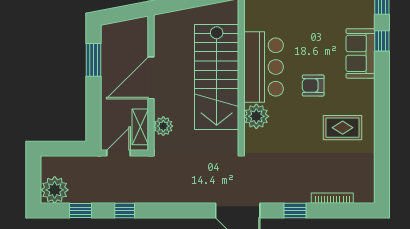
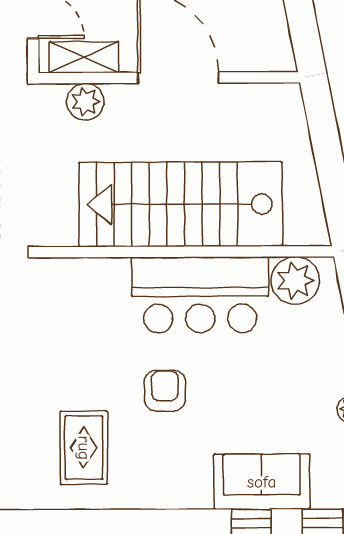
sofa: (360, 53) -> (262, 482), moved
plant: (256, 116) -> (295, 281), moved

